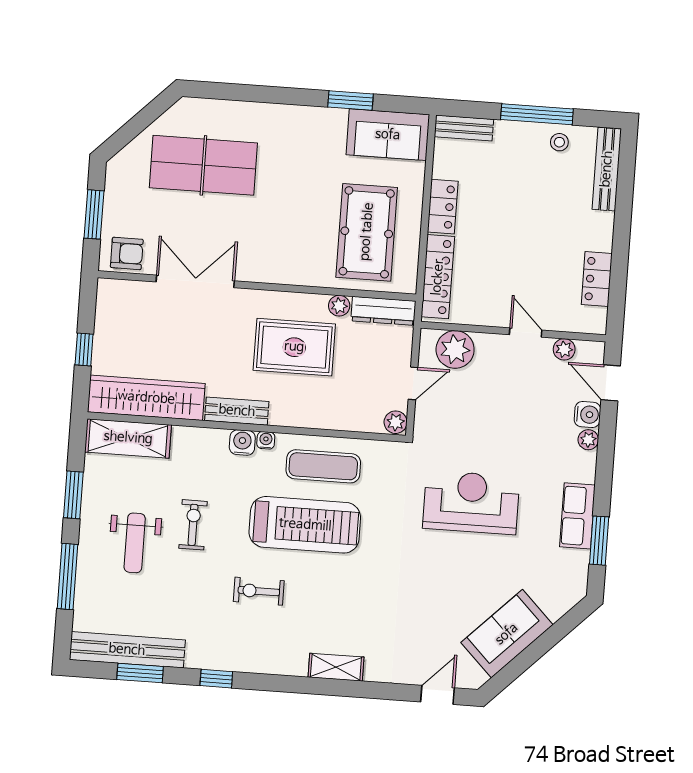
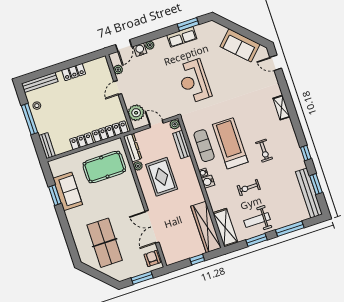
sofa: (388, 135) -> (68, 191), moved
locker: (597, 279) -> (74, 72), moved
bench: (237, 411) -> (182, 144), moved
weight bench: (135, 543) -> (257, 220), moved, turned 180

